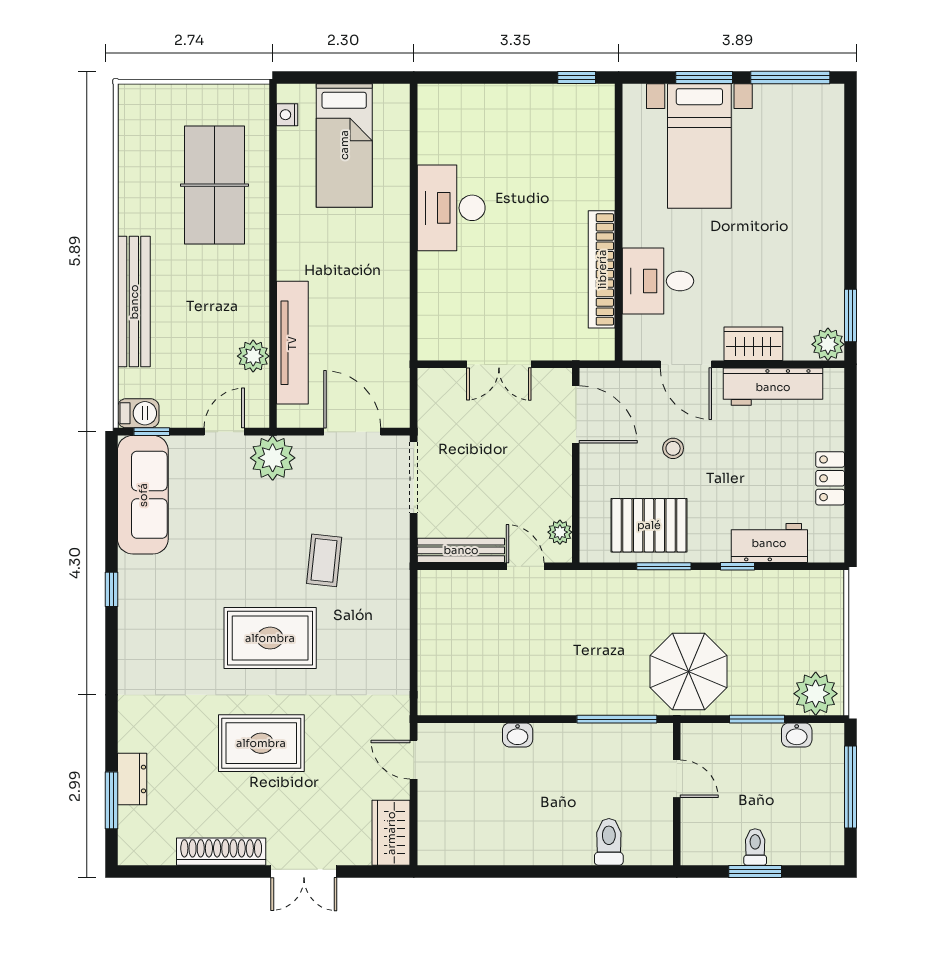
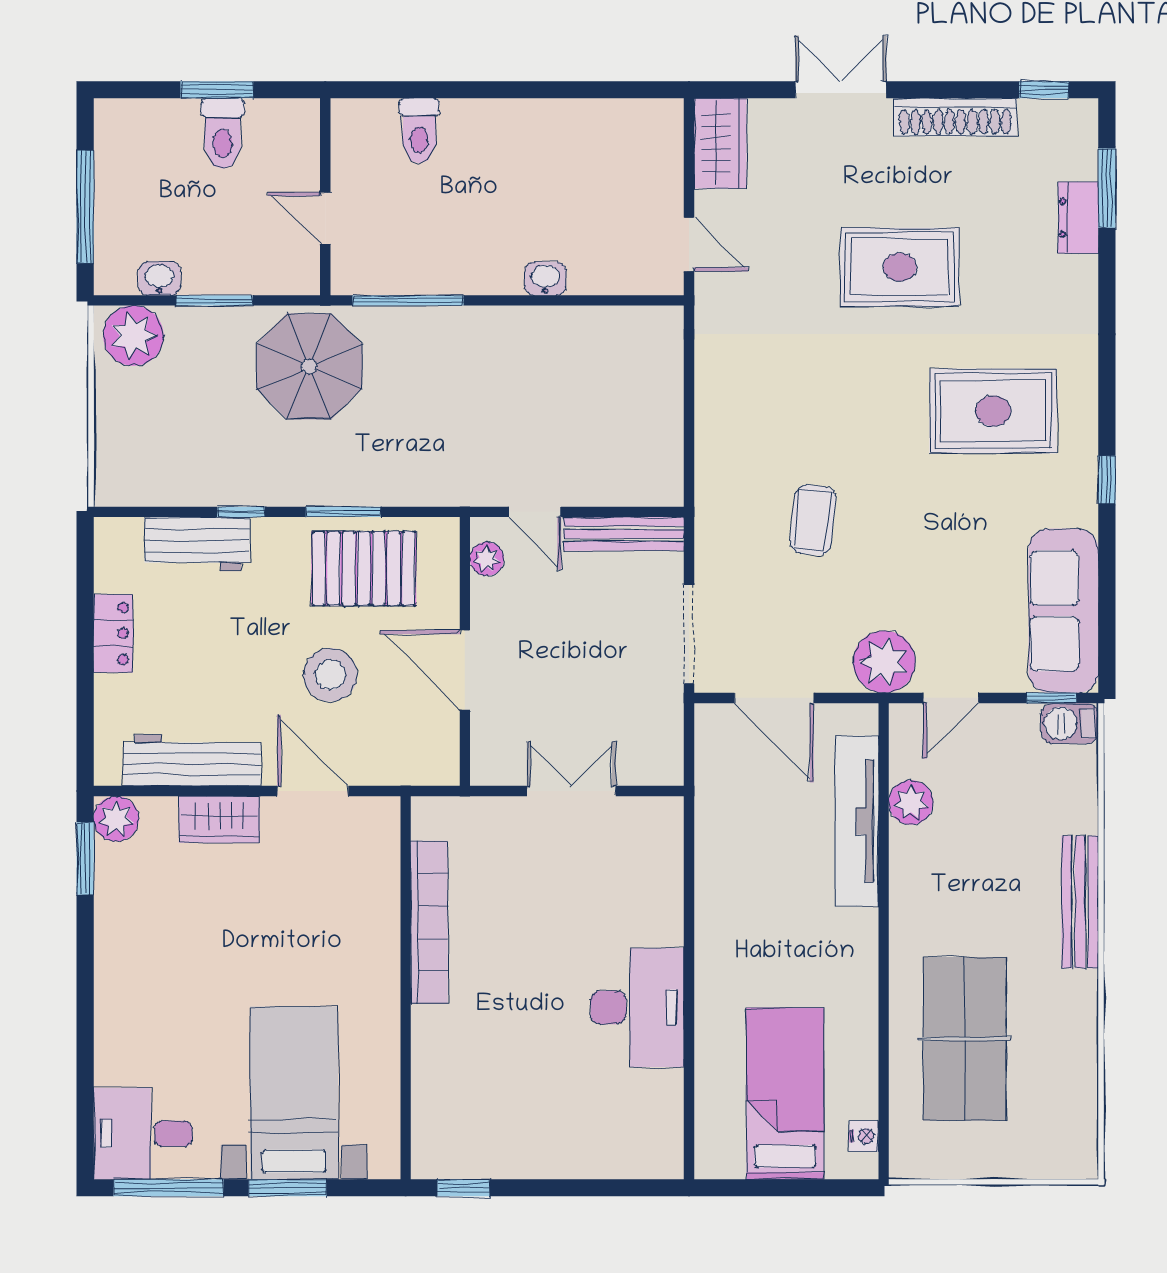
desk: (658, 281) -> (143, 1134), moved, turned 180
bench: (134, 302) -> (1080, 902), width x0.73, depth x0.82
door: (576, 414) -> (465, 670), moved
stool: (673, 448) -> (330, 675), width x1.89, depth x1.89
rug: (270, 638) -> (993, 411), moved
toilet: (755, 847) -> (223, 133), width x1.37, depth x1.39
window: (157, 872) -> (1044, 90), added

